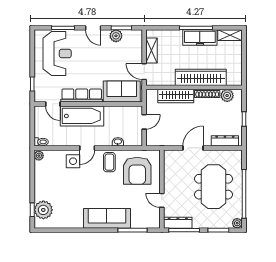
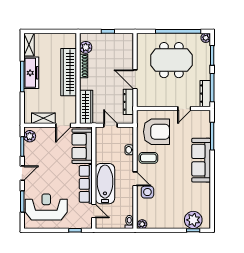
plant: (116, 36) -> (30, 136), moved
wardrobe: (176, 96) -> (86, 107), moved
door: (53, 104) -> (94, 211), hinge flipped
dresser: (225, 141) -> (128, 102), moved

